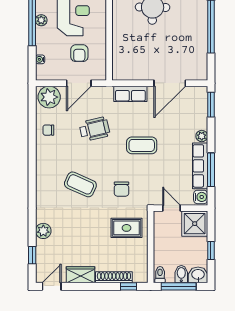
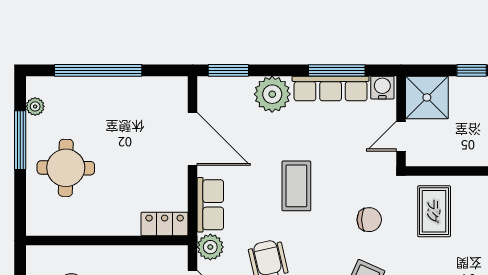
locker: (119, 66) -> (165, 224), added
plant: (105, 94) -> (210, 247), added
plant: (202, 136) -> (272, 94), width x1.88, depth x1.88

